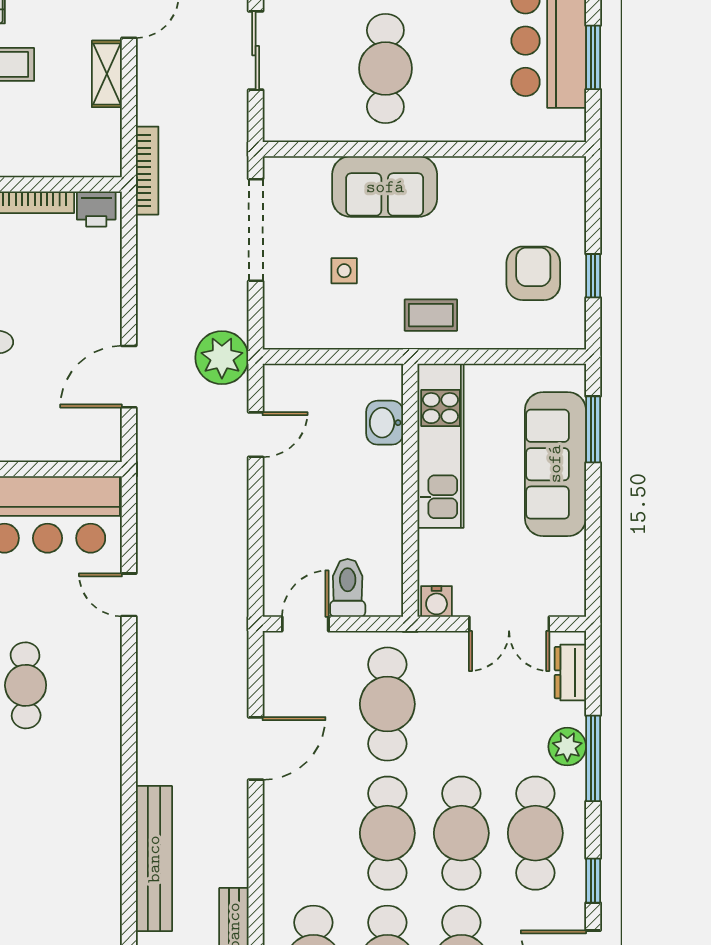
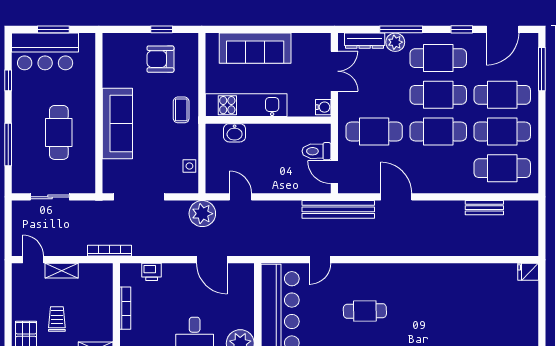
cafe table: (385, 68) -> (59, 132), turned 90
sofa: (385, 187) -> (117, 123), width x1.36
printer: (96, 209) -> (152, 272), moved, turned 90
side table: (344, 271) -> (189, 166), moved
window: (593, 429) -> (238, 29), removed
dresser: (570, 673) -> (365, 41), width x1.44
bench: (154, 859) -> (338, 209), moved

